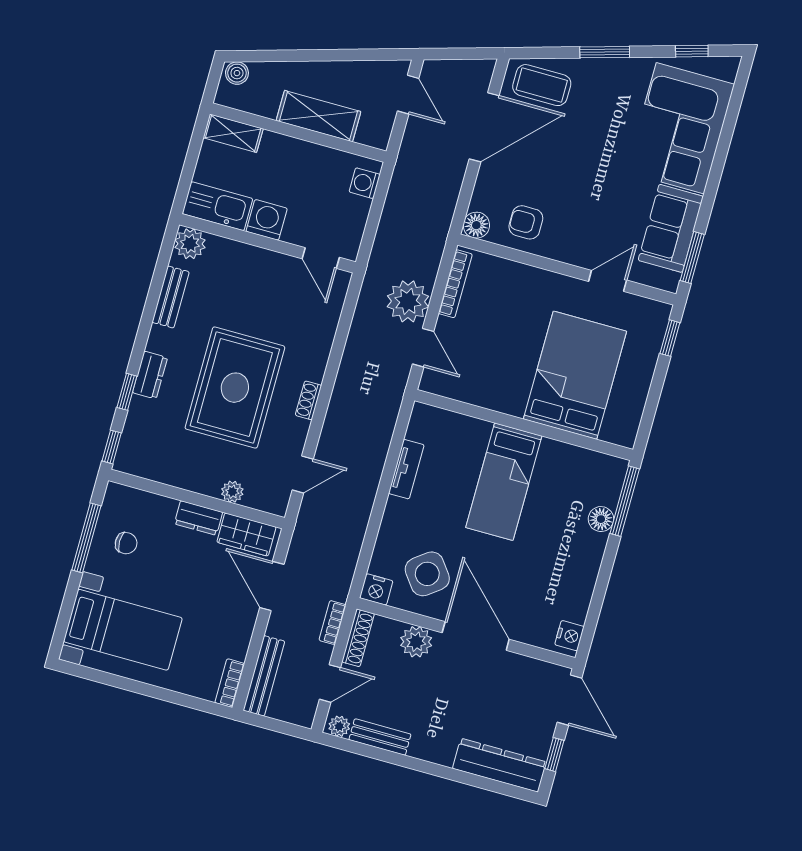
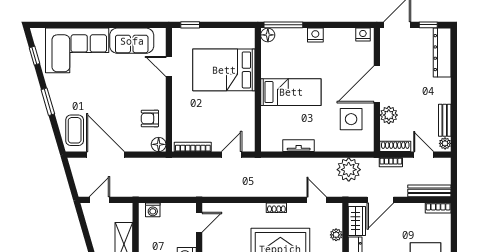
armchair: (526, 222) -> (150, 119), turned 90
window: (692, 257) -> (144, 25), removed
plant: (408, 301) -> (349, 170), moved
floor lamp: (601, 519) -> (268, 35), moved
side table: (427, 574) -> (351, 119), turned 37
nightstand: (376, 589) -> (315, 35), moved, turned -90

